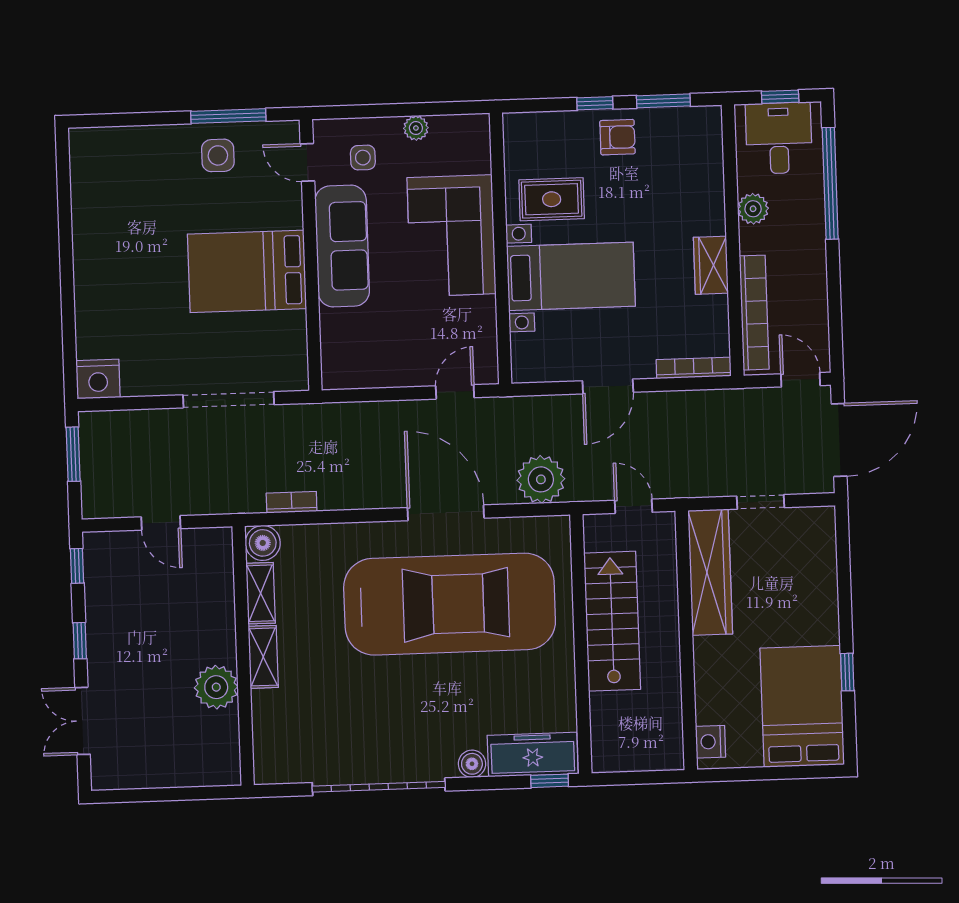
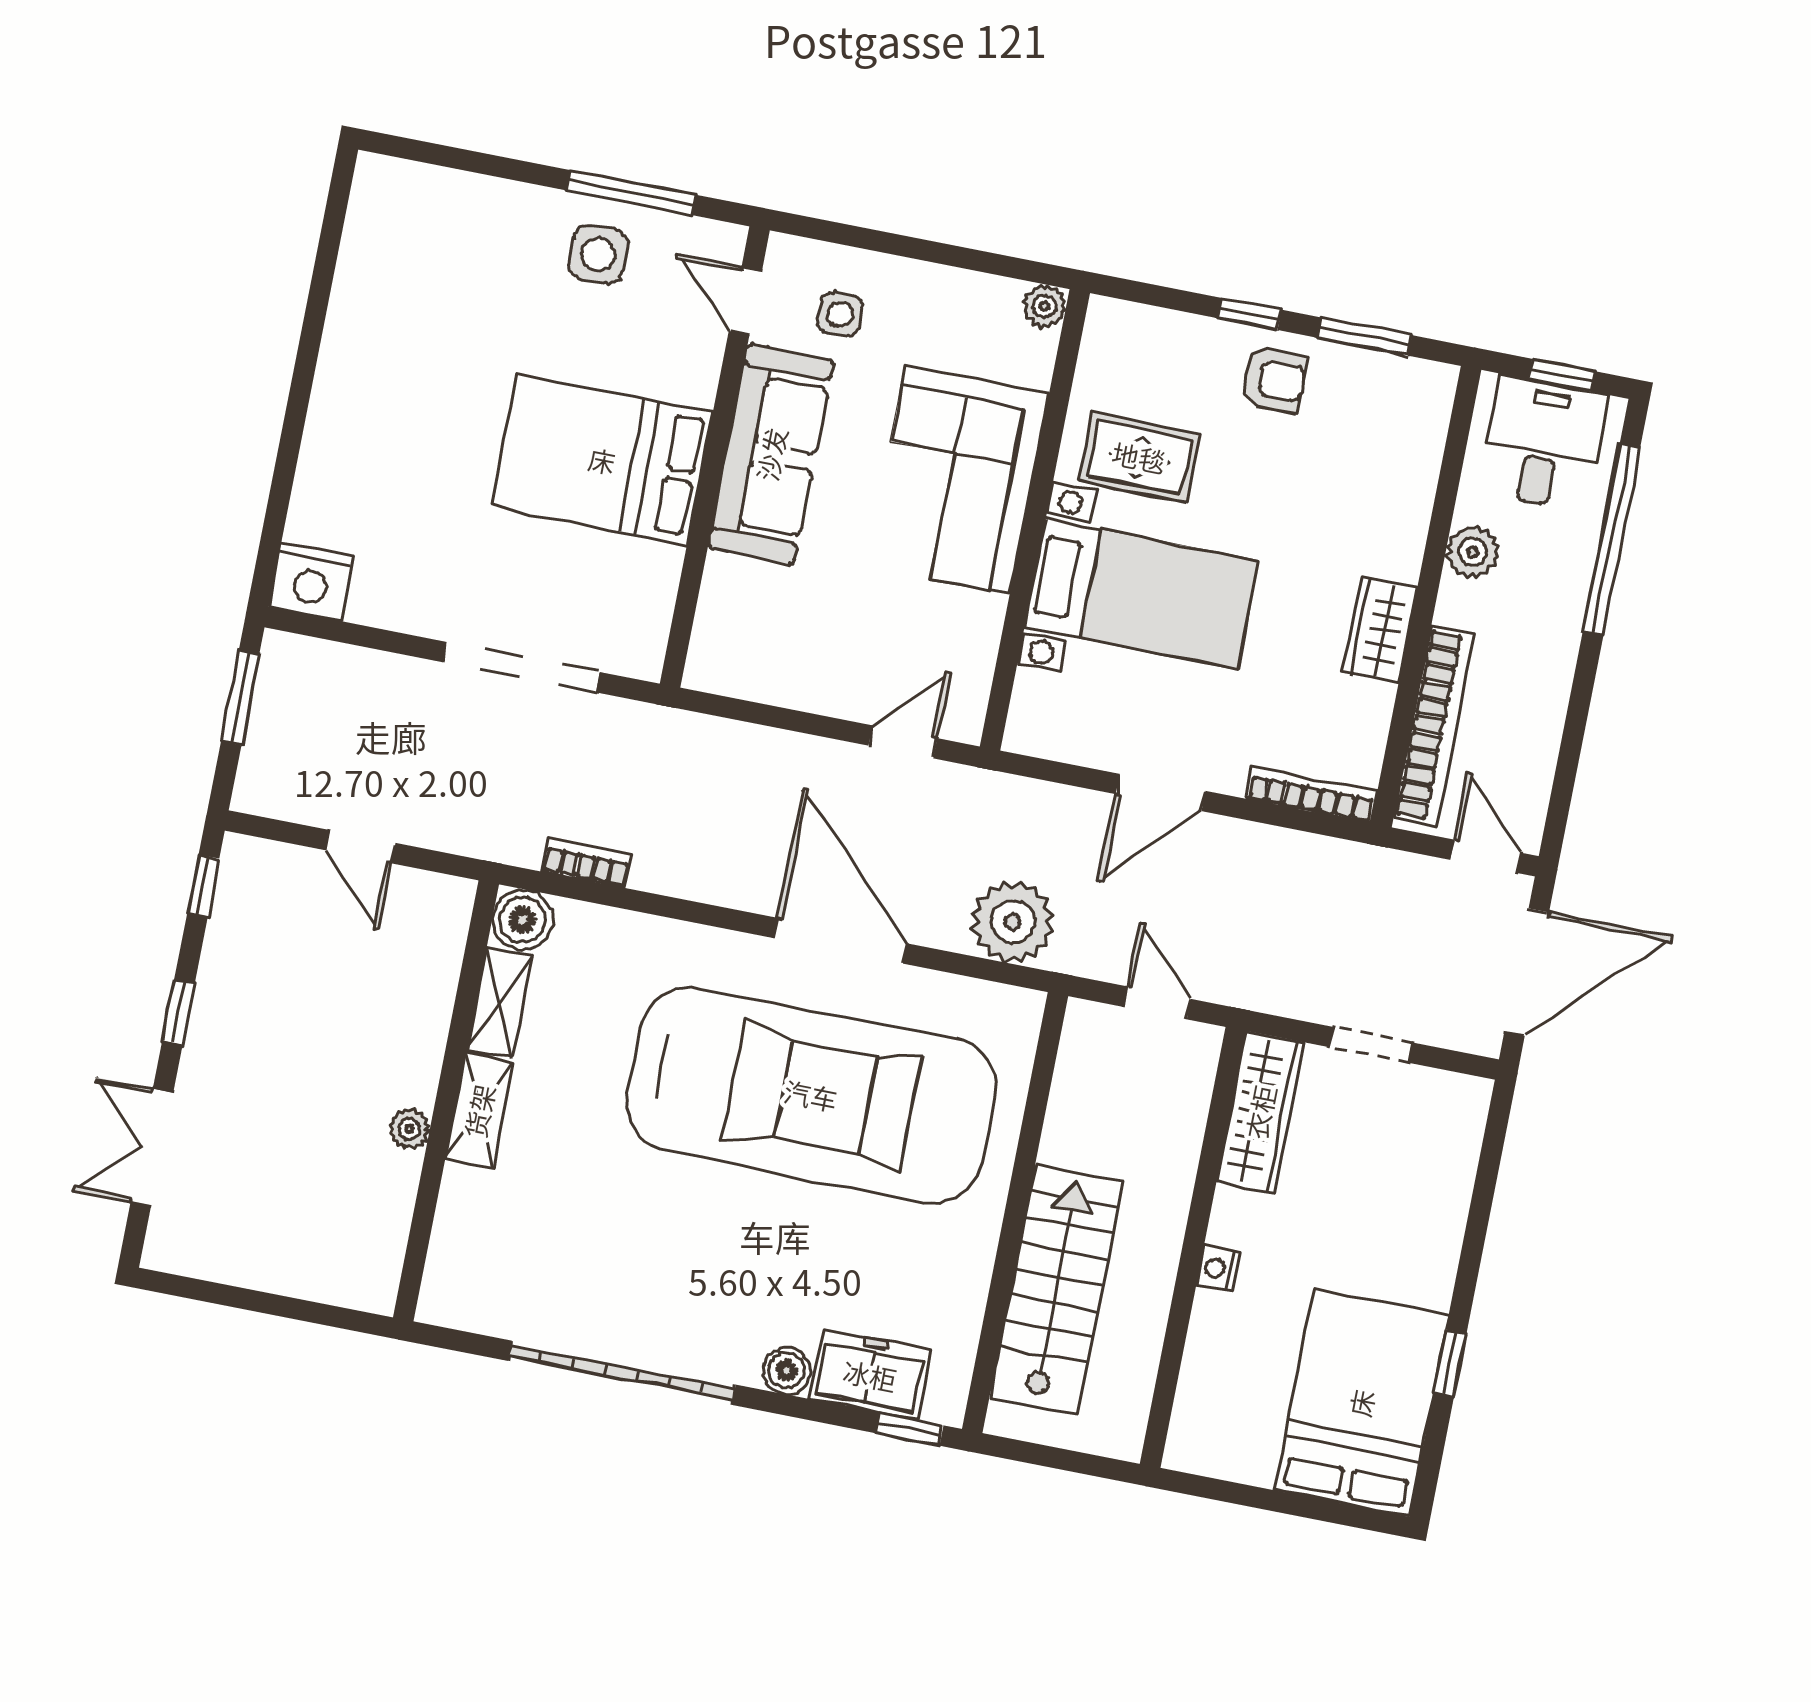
plant: (416, 128) -> (1045, 306), moved
wardrobe: (710, 572) -> (1260, 1112), width x0.71, depth x0.85
stairs: (612, 621) -> (1056, 1290), moved
plant: (216, 687) -> (409, 1129), width x0.53, depth x0.53
nightstand: (710, 742) -> (1218, 1268), moved, width x0.72, depth x0.74
freezer: (533, 755) -> (870, 1375), width x0.71

